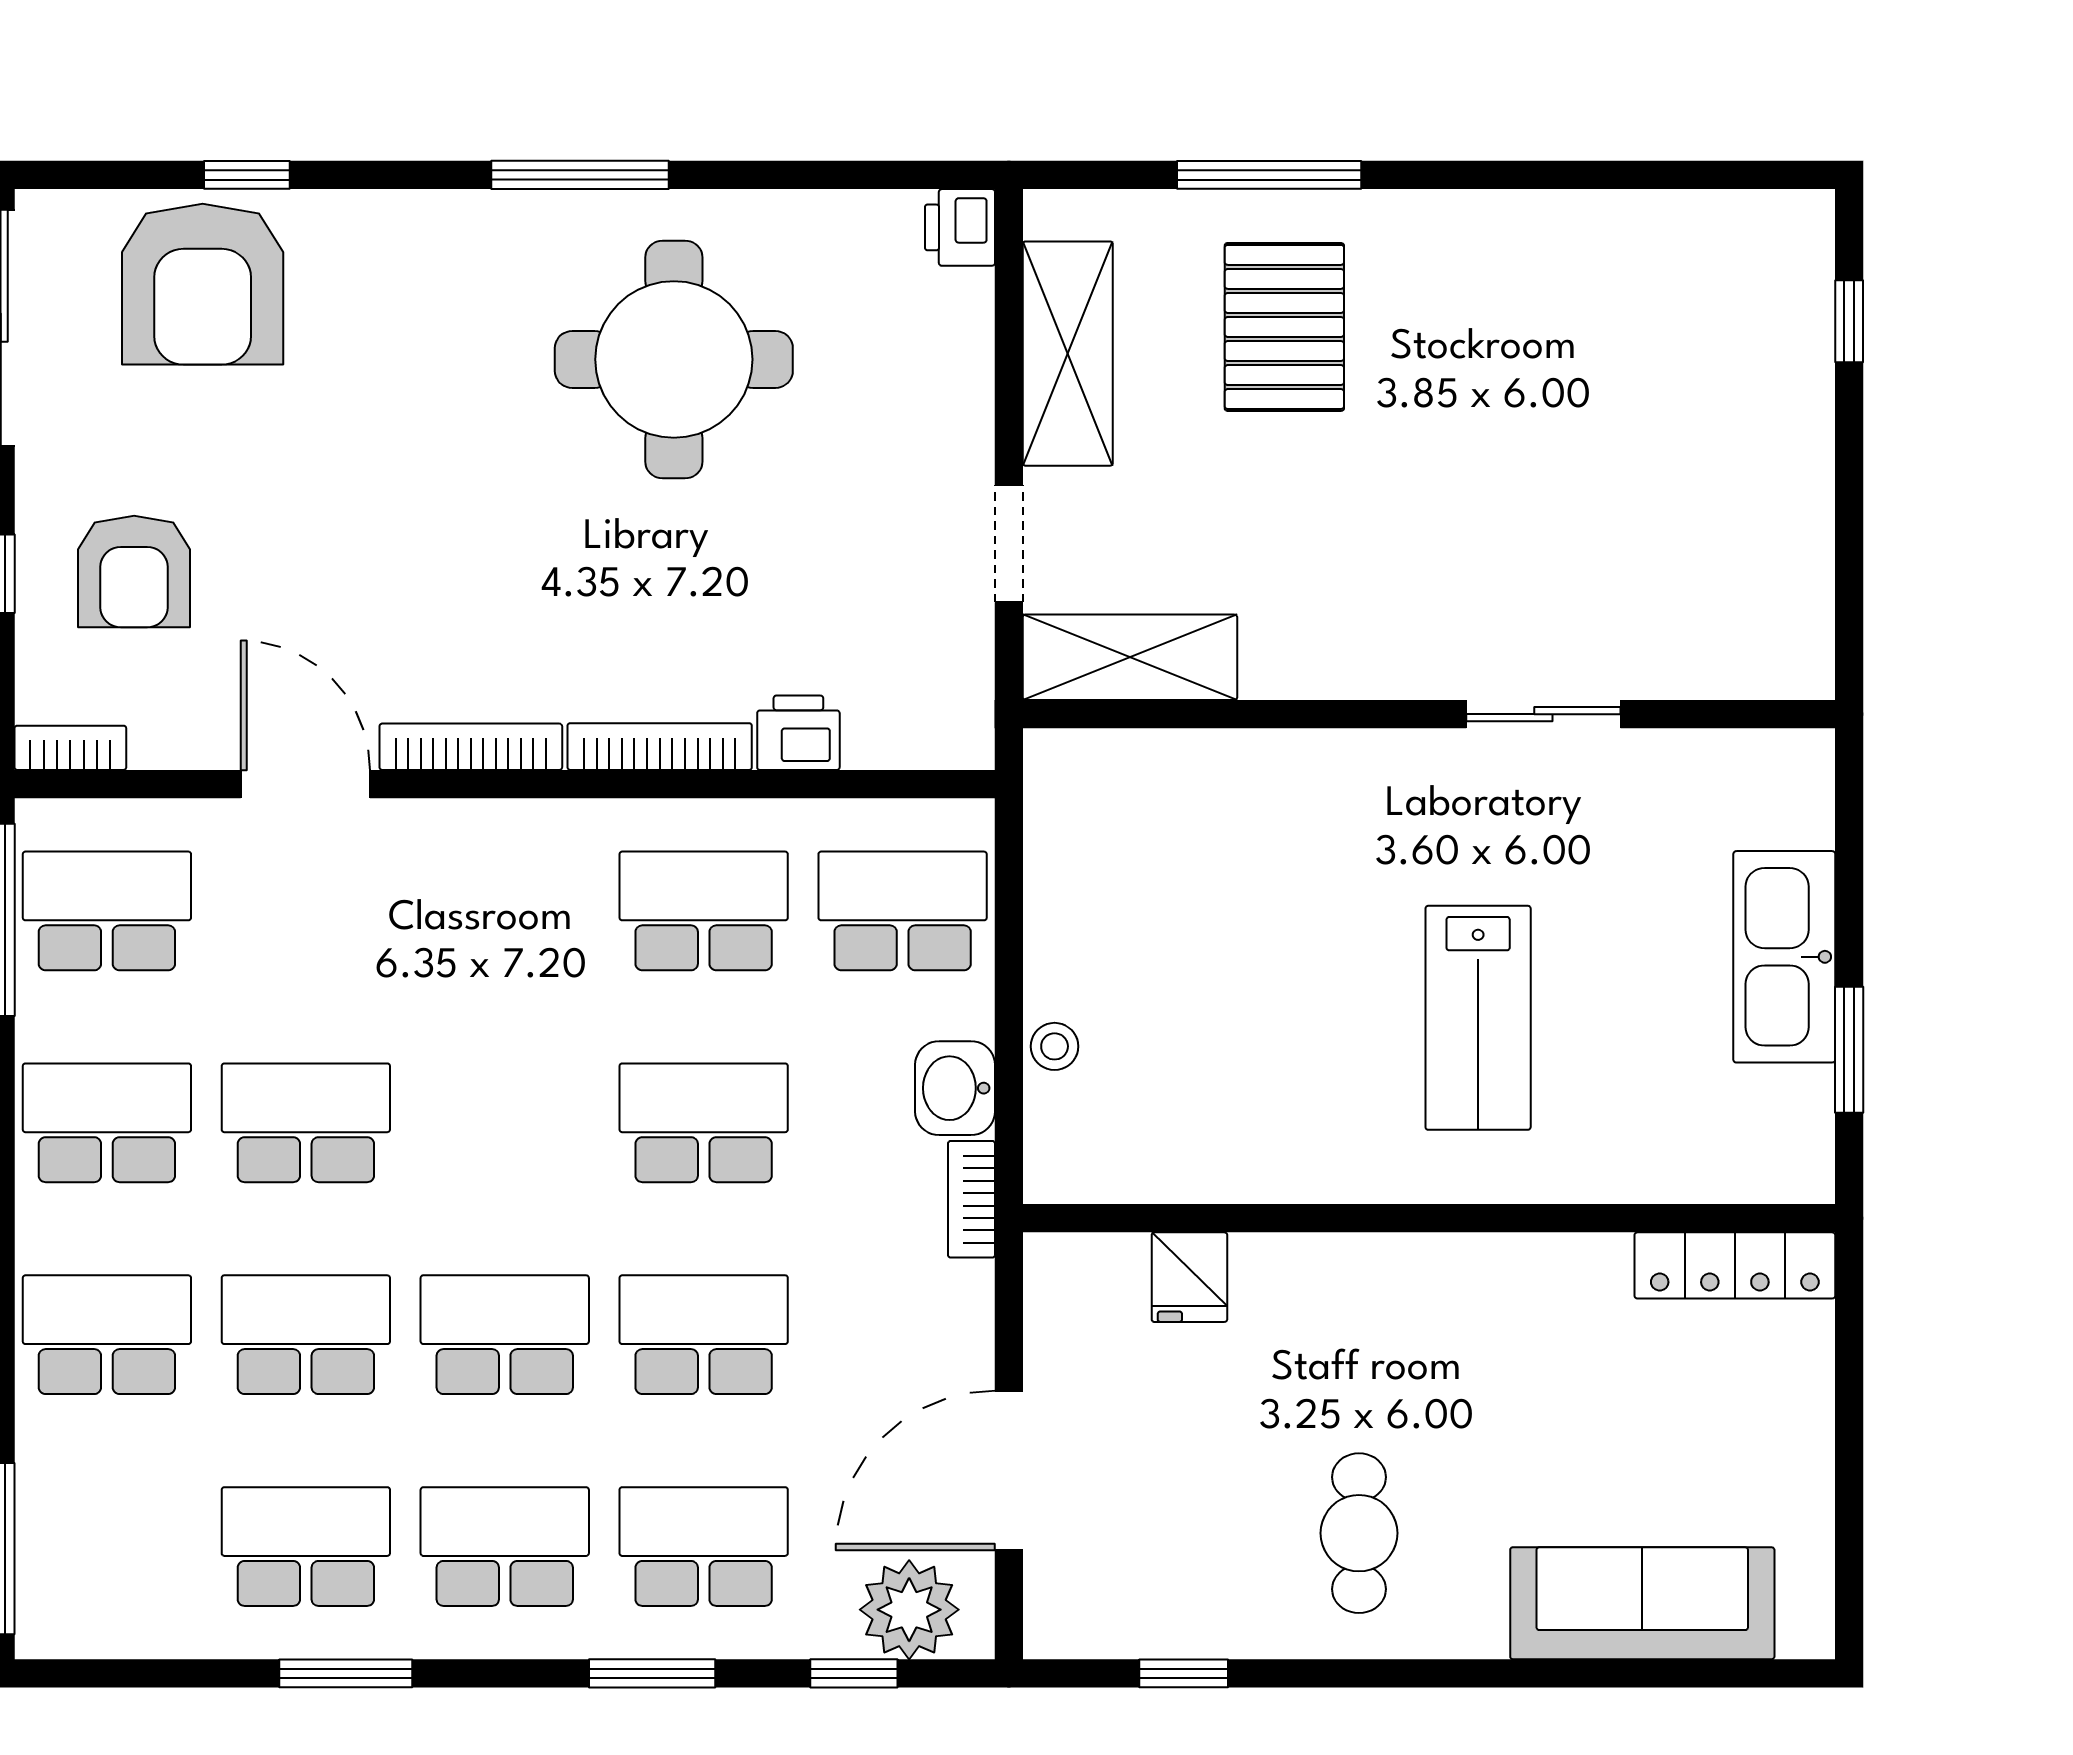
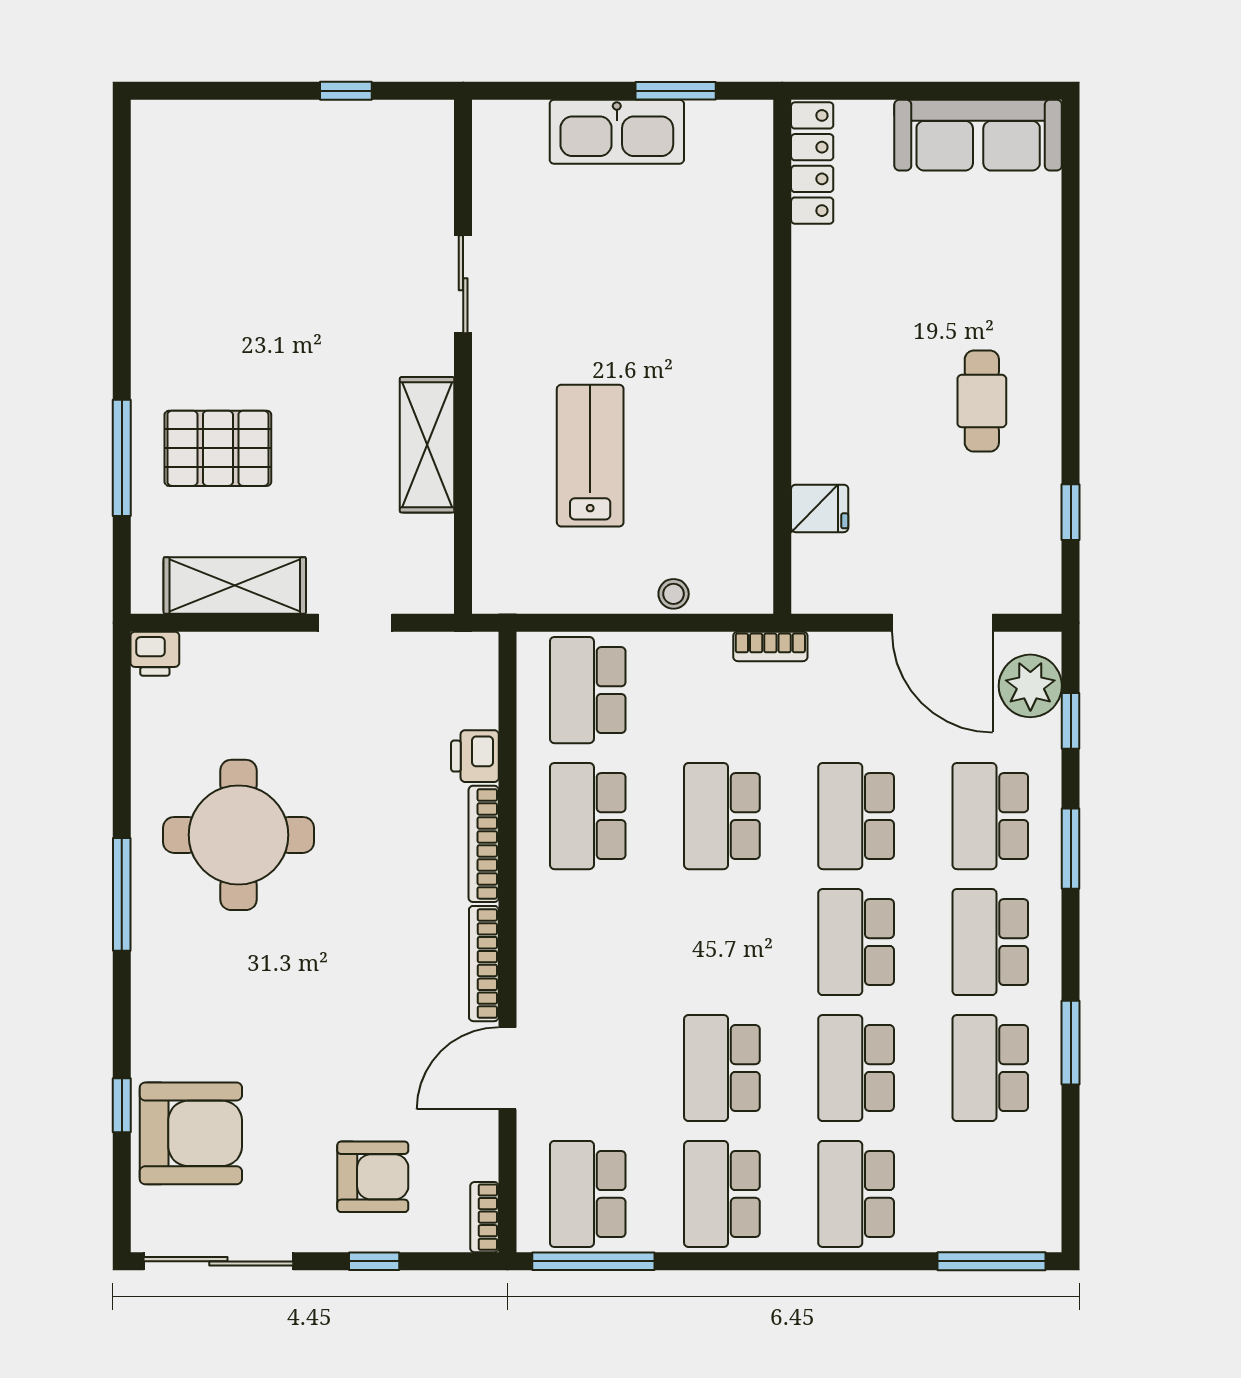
window: (1849, 321) -> (346, 91), moved
shelving: (1130, 657) -> (427, 445), moved
lab bench: (1478, 1018) -> (590, 456), moved, turned -90
washbasin: (955, 1088) -> (700, 657), removed
cafe table: (1359, 1533) -> (982, 401), turned 90
sofa: (1642, 1603) -> (978, 135), moved, turned -90

